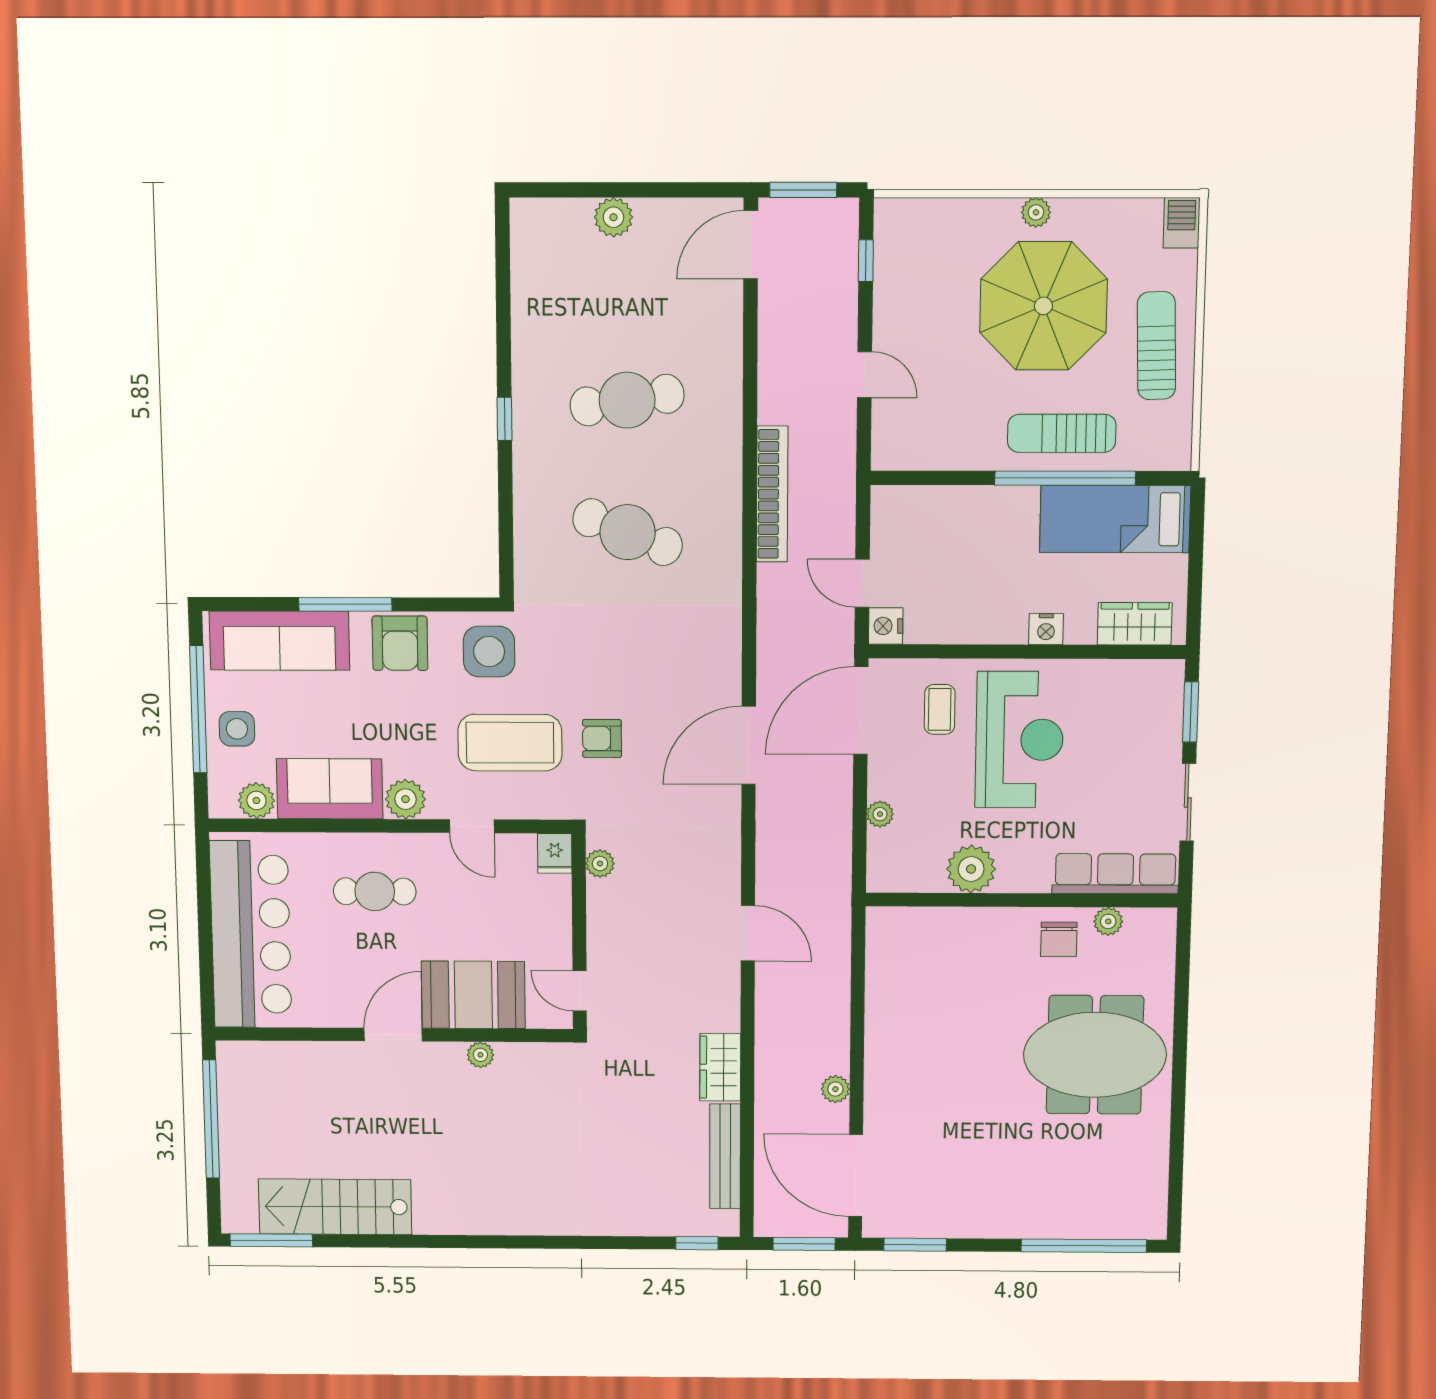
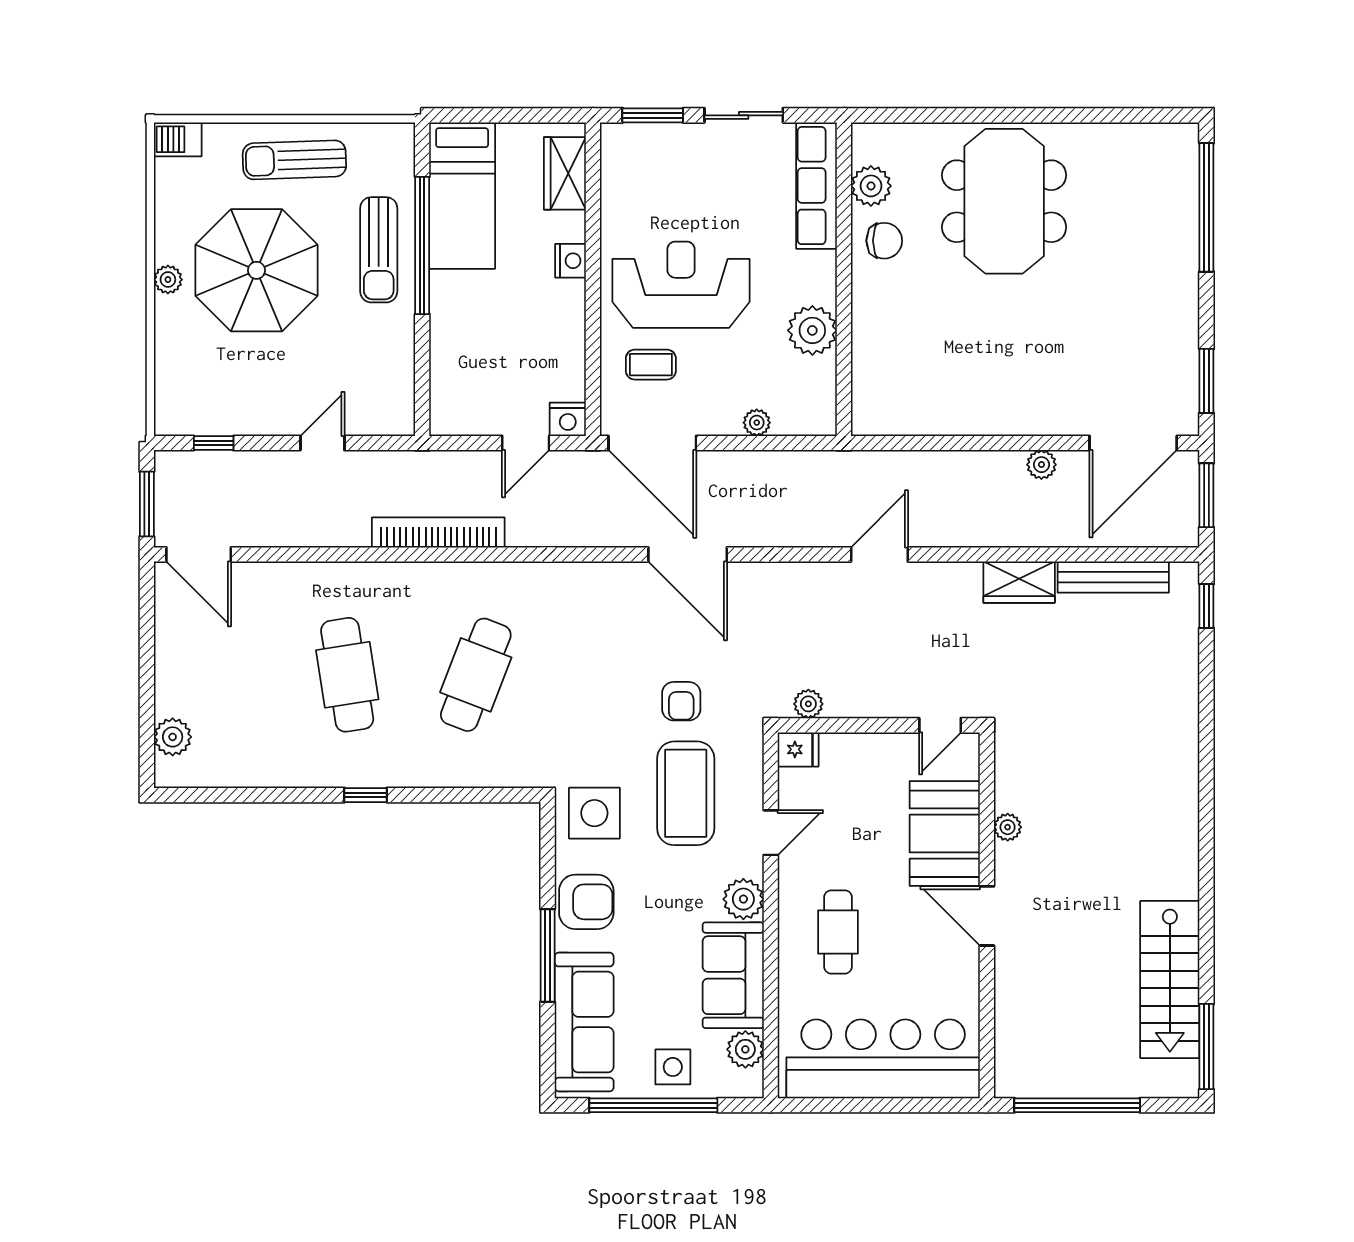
plant: (613, 217) -> (173, 737), moved
plant: (1108, 921) -> (871, 186), width x1.38, depth x1.38

